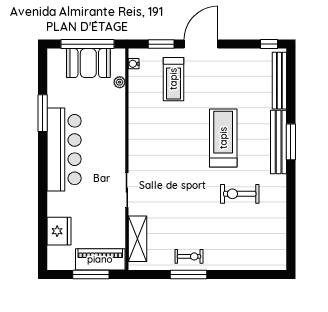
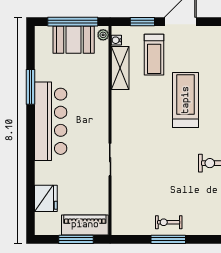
plant: (120, 82) -> (103, 35), moved
treadmill: (223, 138) -> (186, 100), moved
shelving: (138, 239) -> (120, 68), moved
exercise bike: (189, 256) -> (169, 222), turned 180

